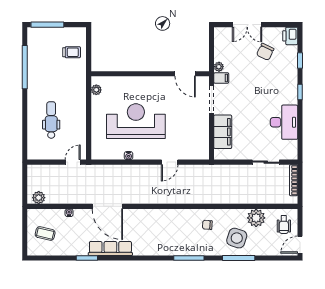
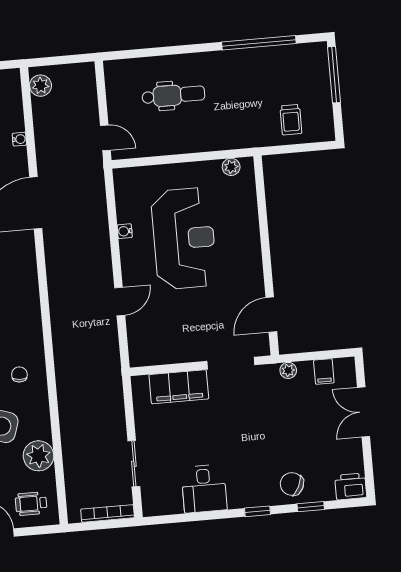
chair: (265, 52) -> (292, 484), moved
filing cabinet: (221, 78) -> (324, 371), moved
desk: (284, 122) -> (204, 489), width x0.73
door: (170, 162) -> (120, 301), swing flipped

